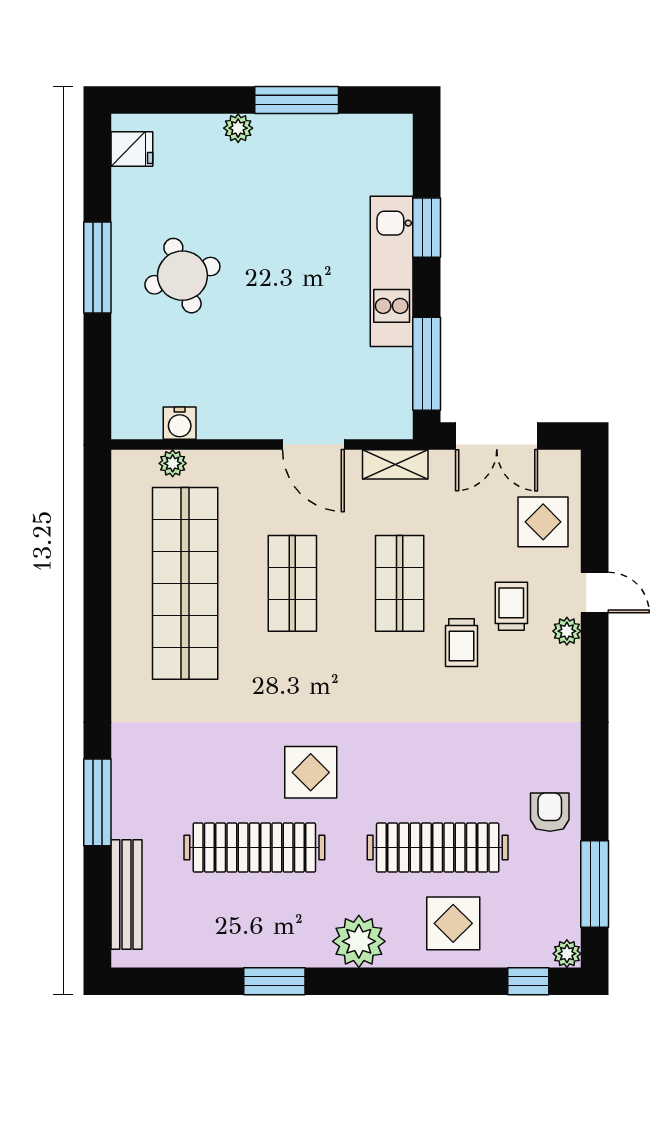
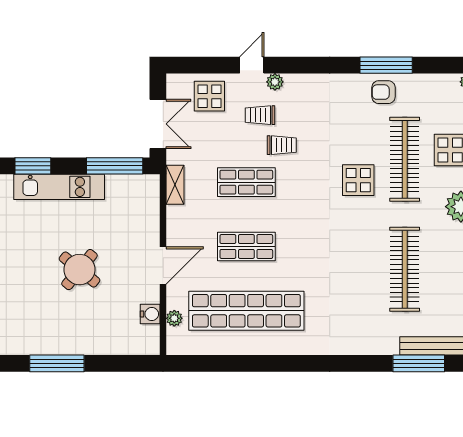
round table: (182, 276) -> (79, 270), moved, turned -33
door: (313, 445) -> (163, 265), moved
display table: (311, 772) -> (358, 180), moved
window: (97, 802) -> (419, 363), moved
window: (595, 884) -> (386, 65), moved

